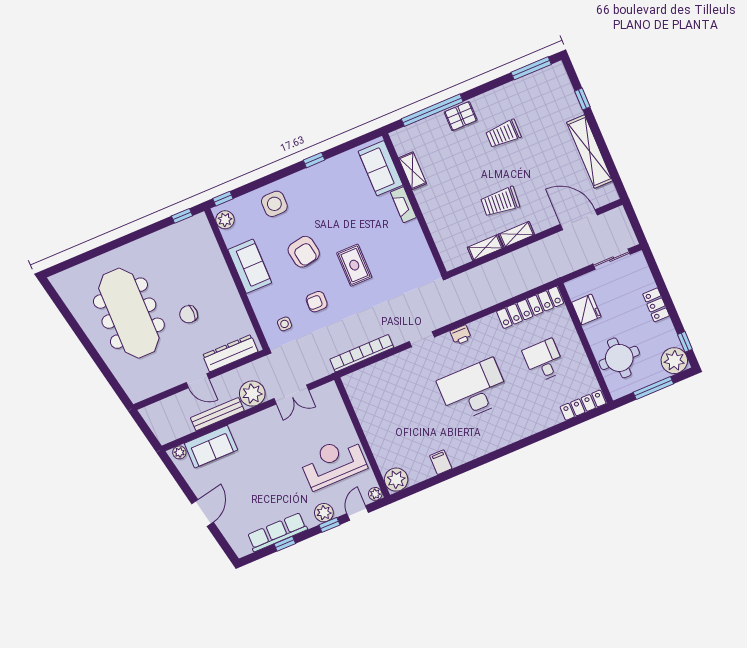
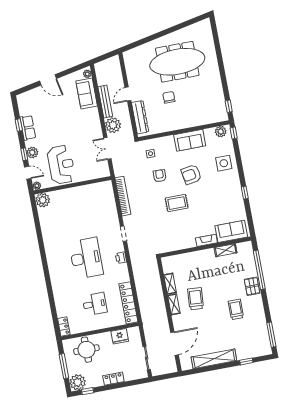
locker: (583, 405) -> (64, 327), width x0.66
filing cabinet: (441, 462) -> (47, 229), removed
row of seats: (277, 532) -> (28, 128), width x0.68

